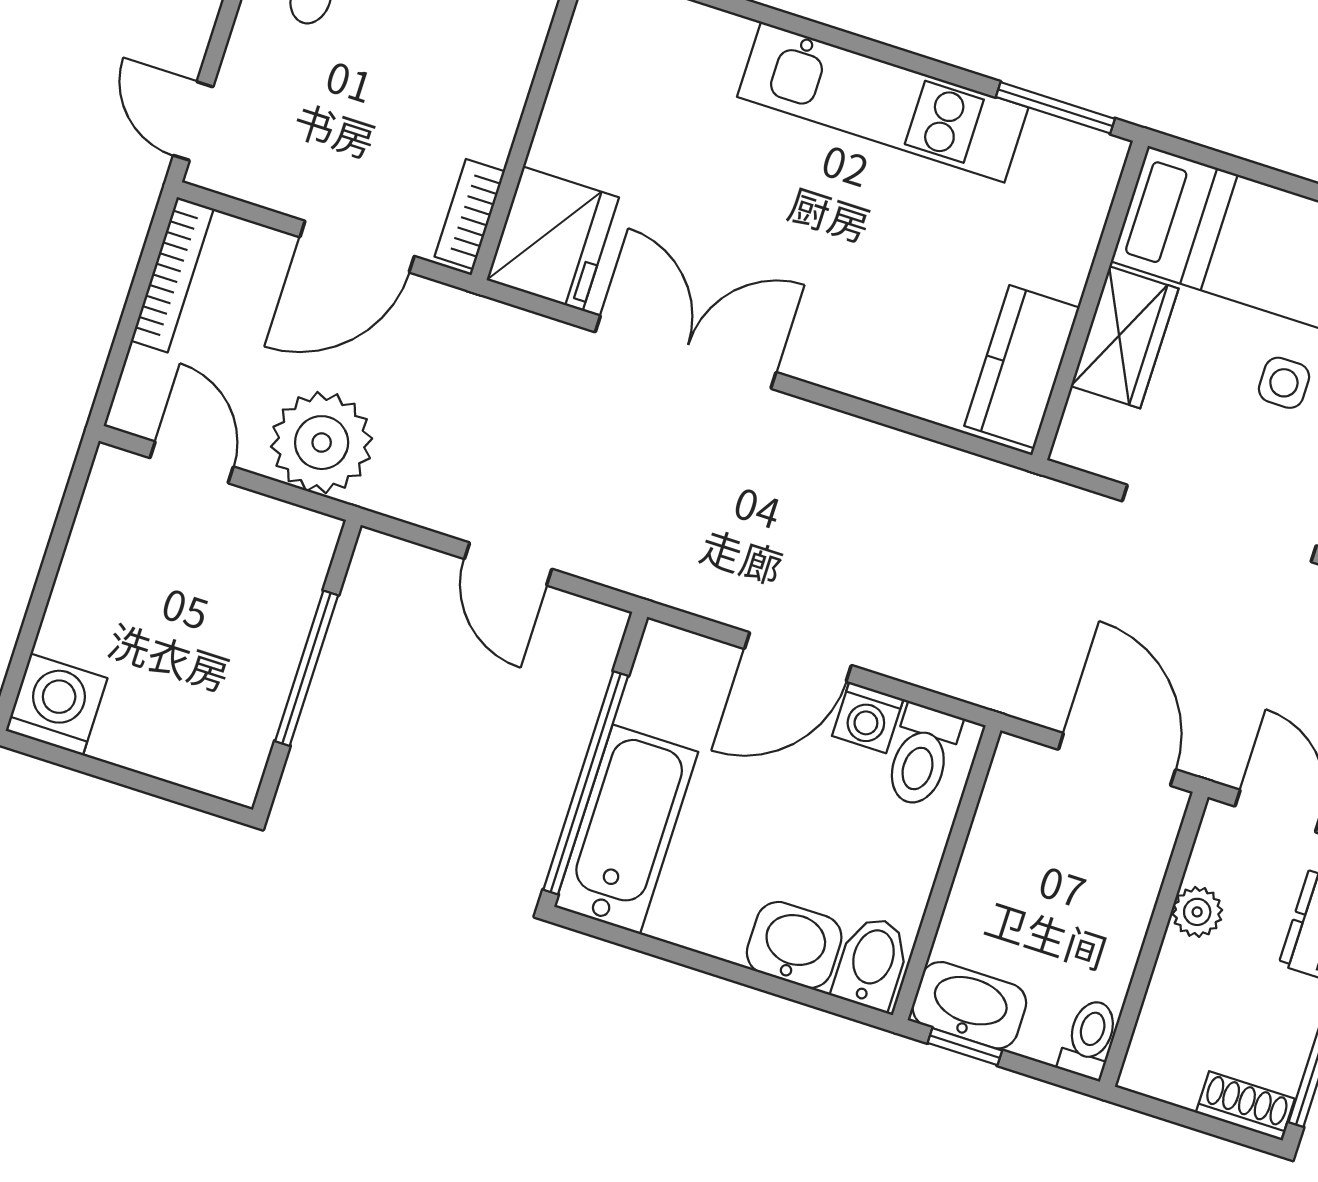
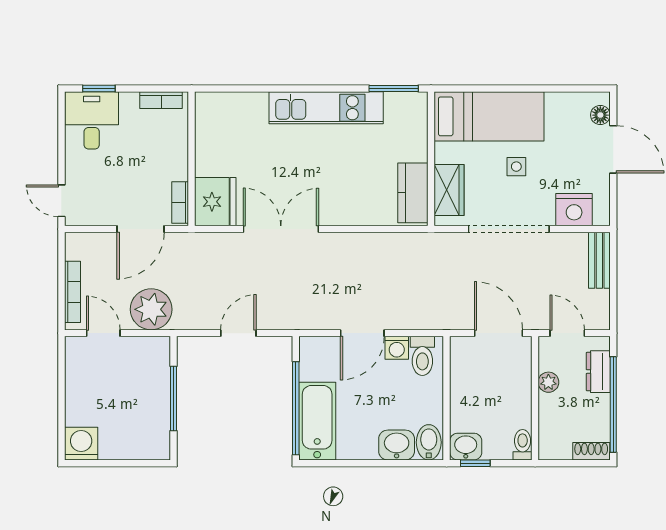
bookcase: (172, 275) -> (72, 292), moved
wardrobe: (1125, 337) -> (449, 190), moved
door: (508, 564) -> (238, 333), swing flipped
washbasin: (969, 1005) -> (466, 447), width x0.72

